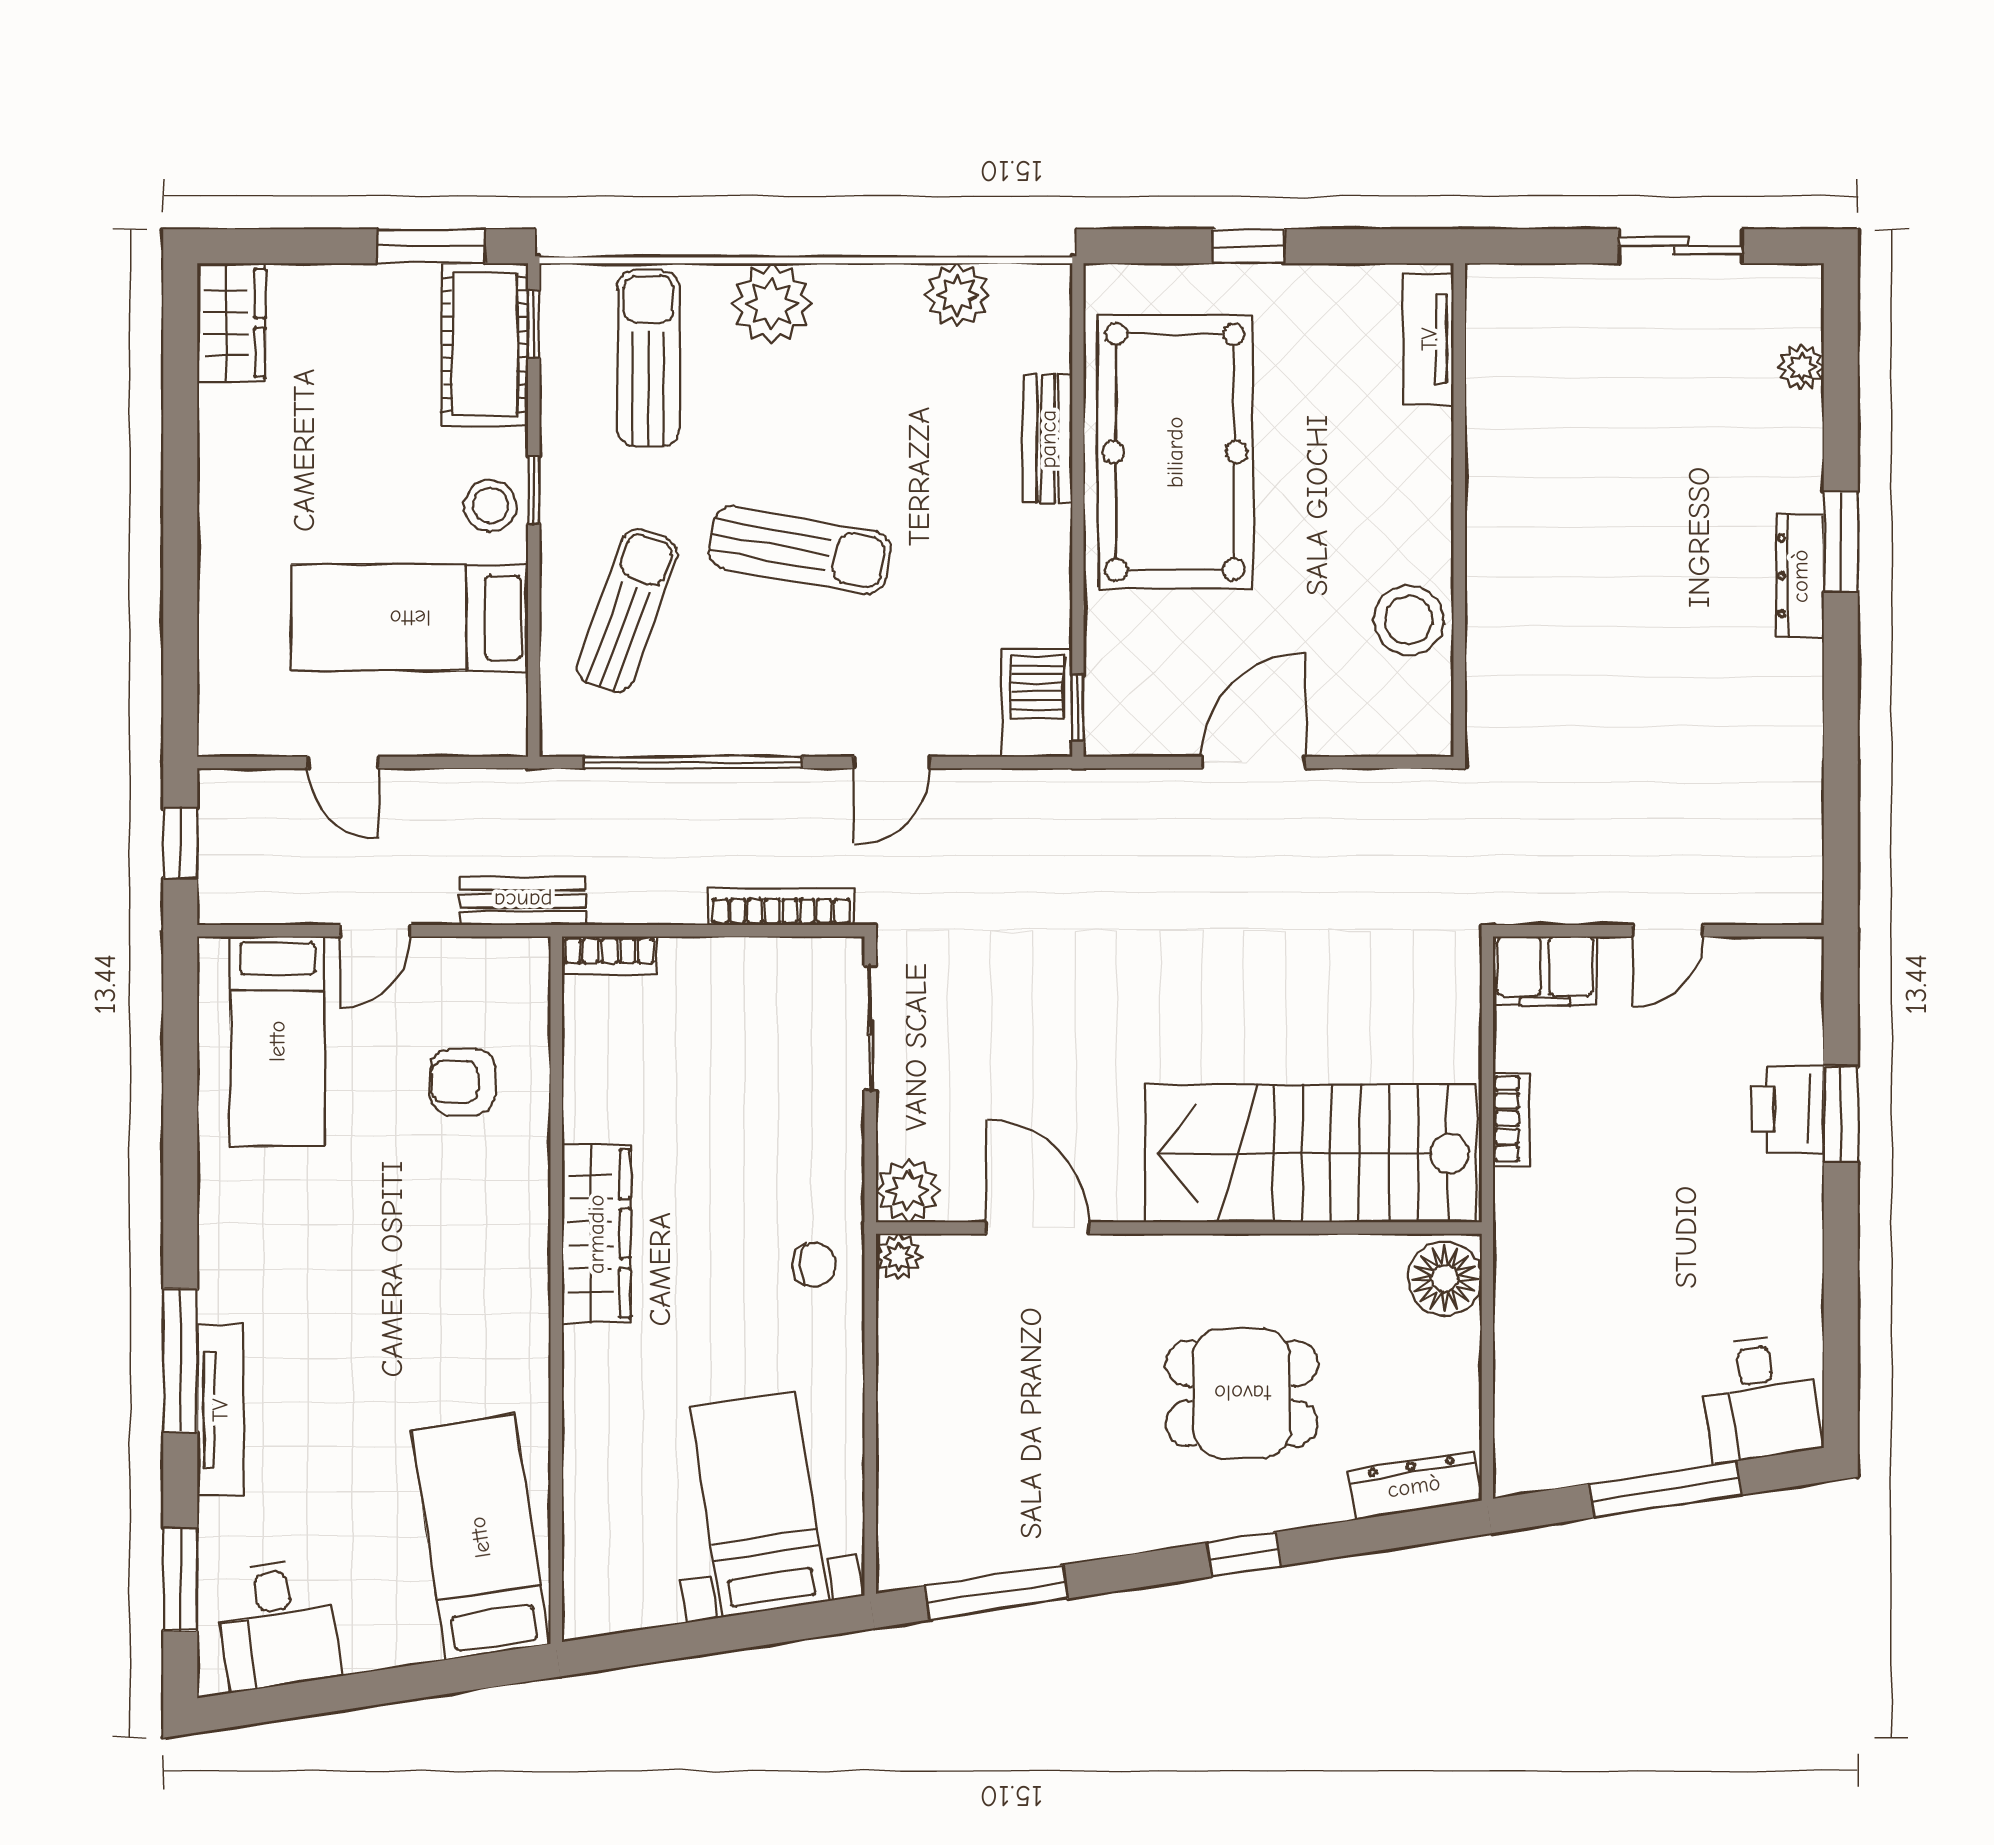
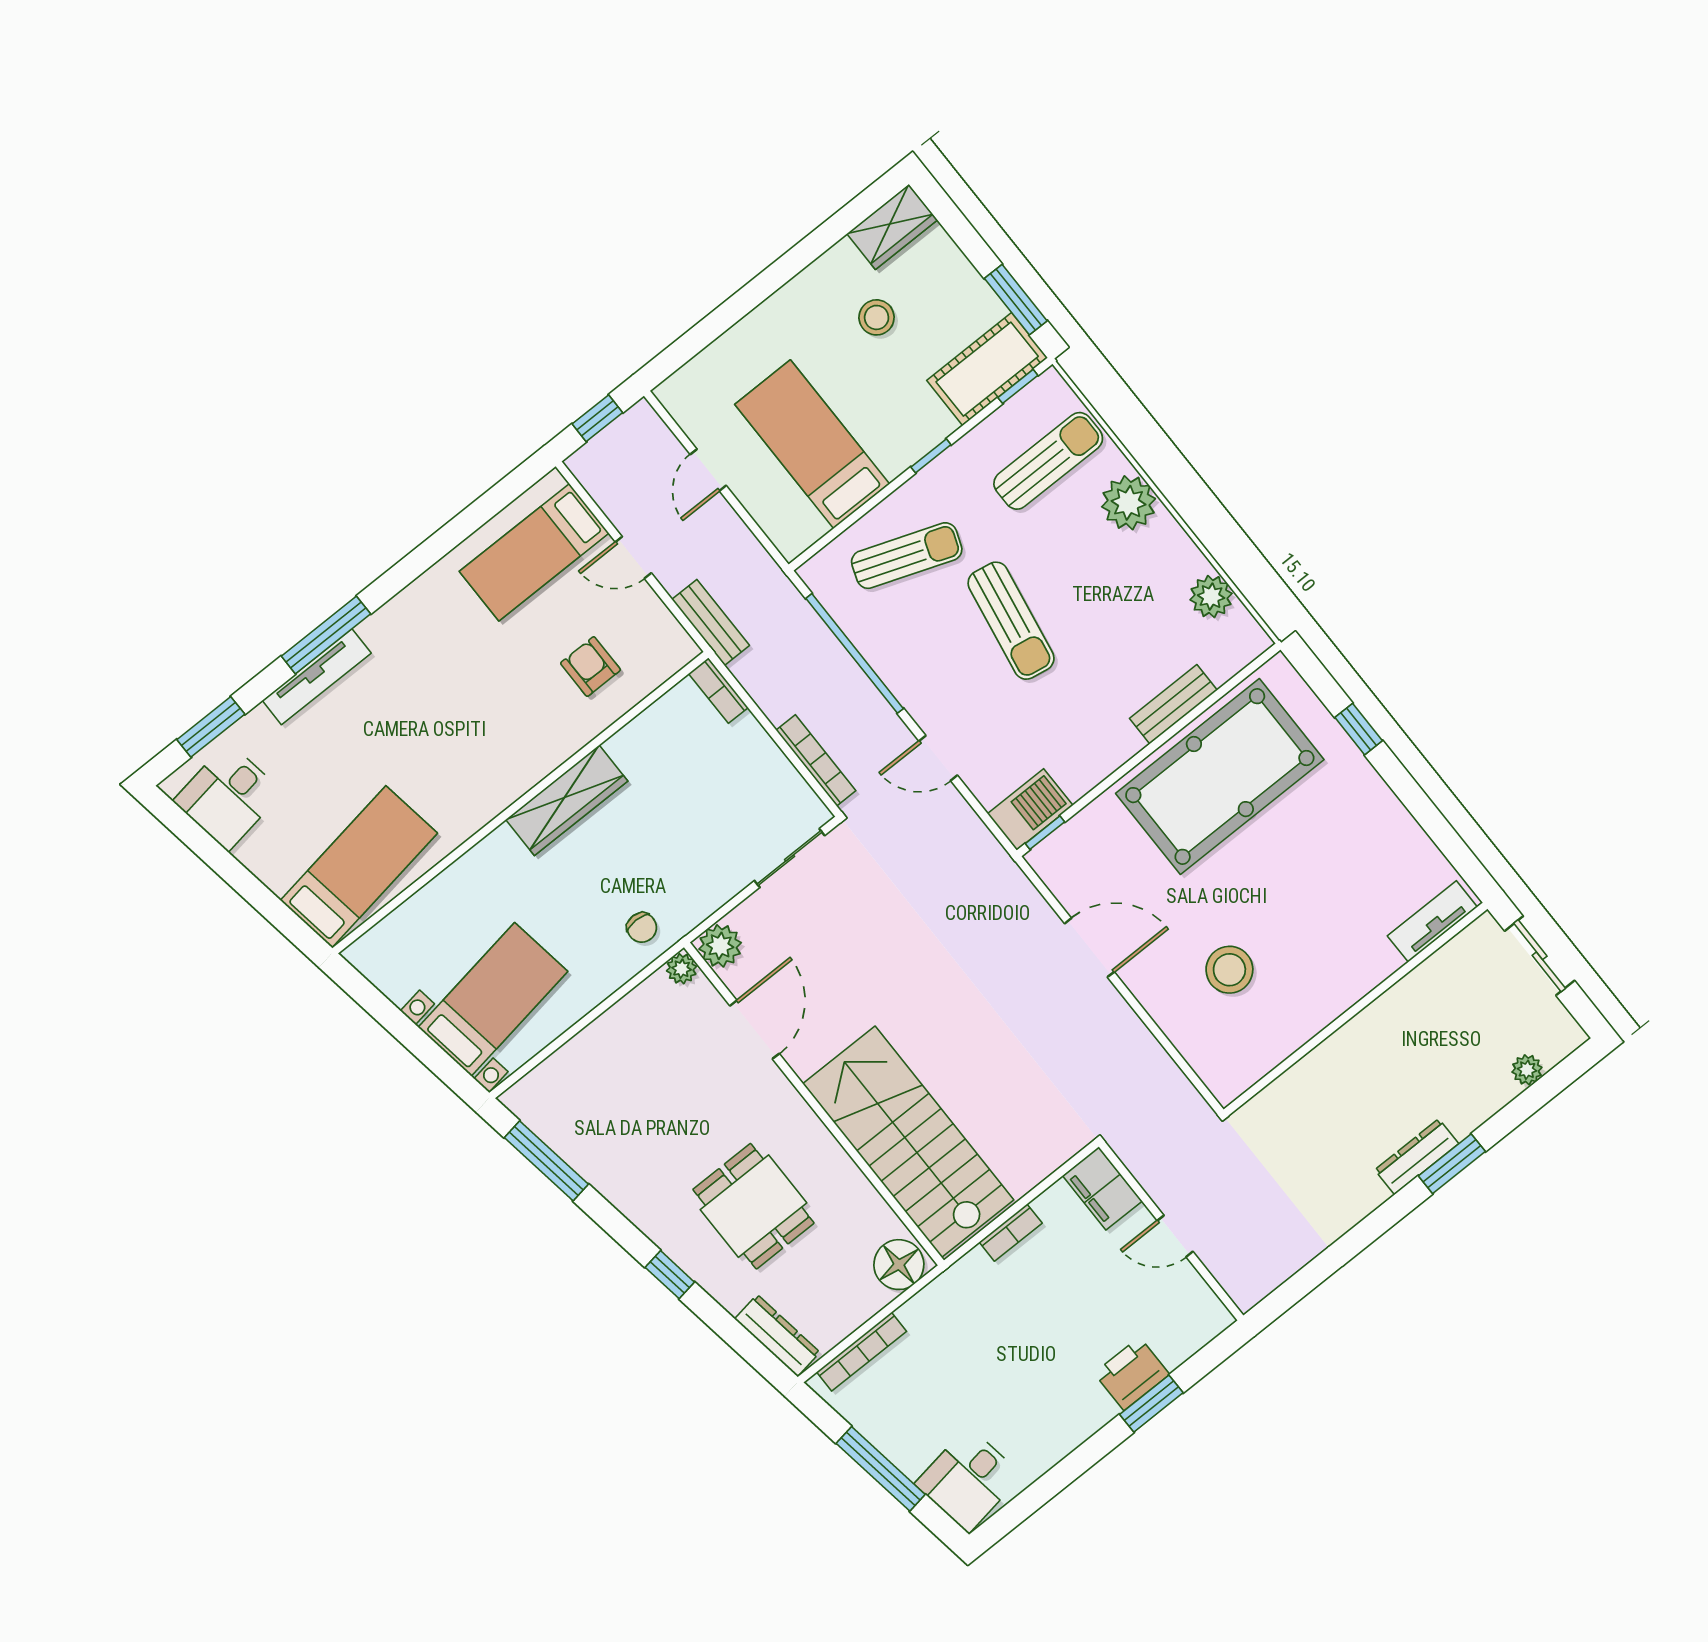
tv unit: (1429, 339) -> (1432, 921), moved
stool: (490, 506) -> (877, 317), moved
wall: (1459, 510) -> (1356, 1009), moved
bookcase: (1511, 1403) -> (862, 1352), added

